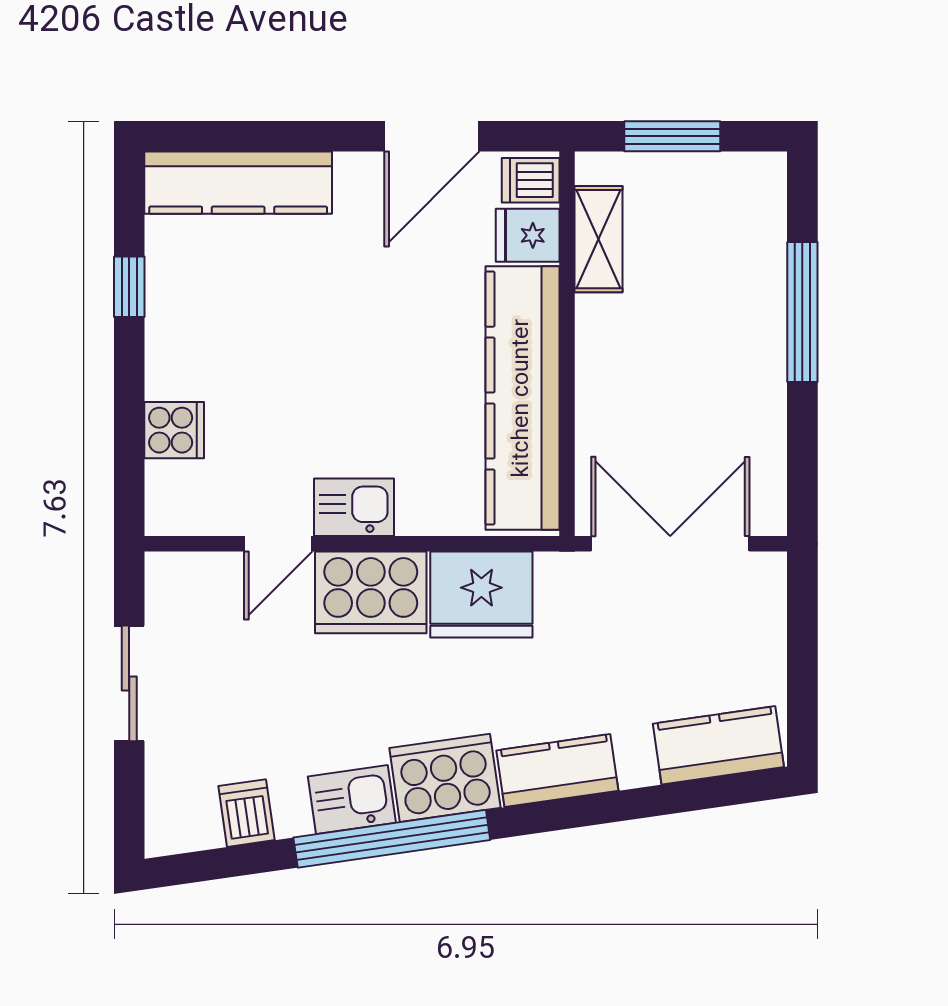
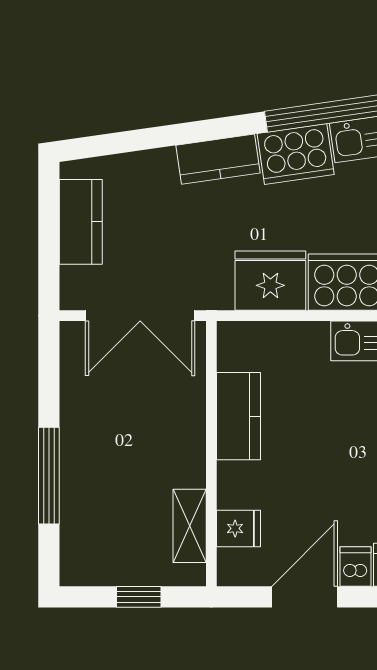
window: (672, 136) -> (139, 597), width x0.67
dishwasher: (531, 180) -> (355, 566), moved, turned -90
kitchen counter: (522, 398) -> (238, 416), width x0.48, depth x0.86
kitchen counter: (718, 745) -> (81, 222), moved, turned -82

